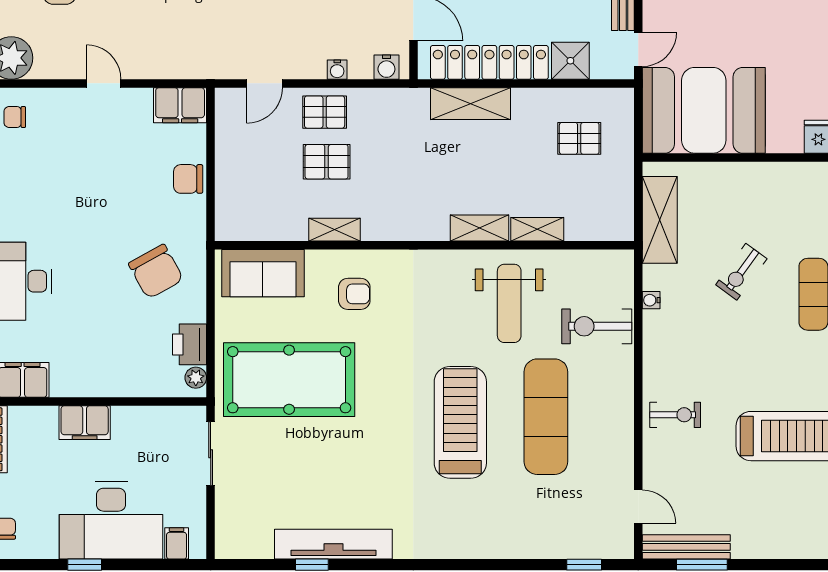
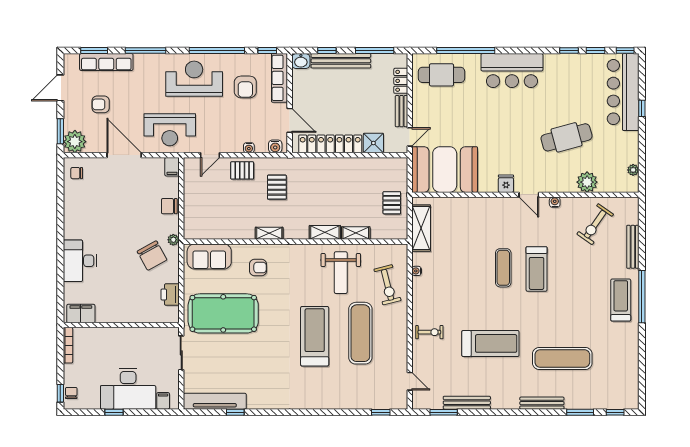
reception desk: (189, 36) -> (170, 130), added
door: (104, 83) -> (124, 155), width x1.88
shelving: (470, 104) -> (320, 166), removed
filing cabinet: (180, 105) -> (172, 167), width x0.50
pallet: (579, 138) -> (392, 203), moved, turned 90
pallet: (327, 162) -> (277, 187), moved, turned 90
shelving: (335, 230) -> (269, 233), moved
exercise bike: (741, 272) -> (465, 256), removed
exercise bike: (597, 326) -> (388, 285), turned -104
plant: (196, 378) -> (173, 240), moved
filing cabinet: (85, 423) -> (114, 336), removed
tv unit: (333, 544) -> (215, 401), moved
bench: (686, 547) -> (467, 403), moved

